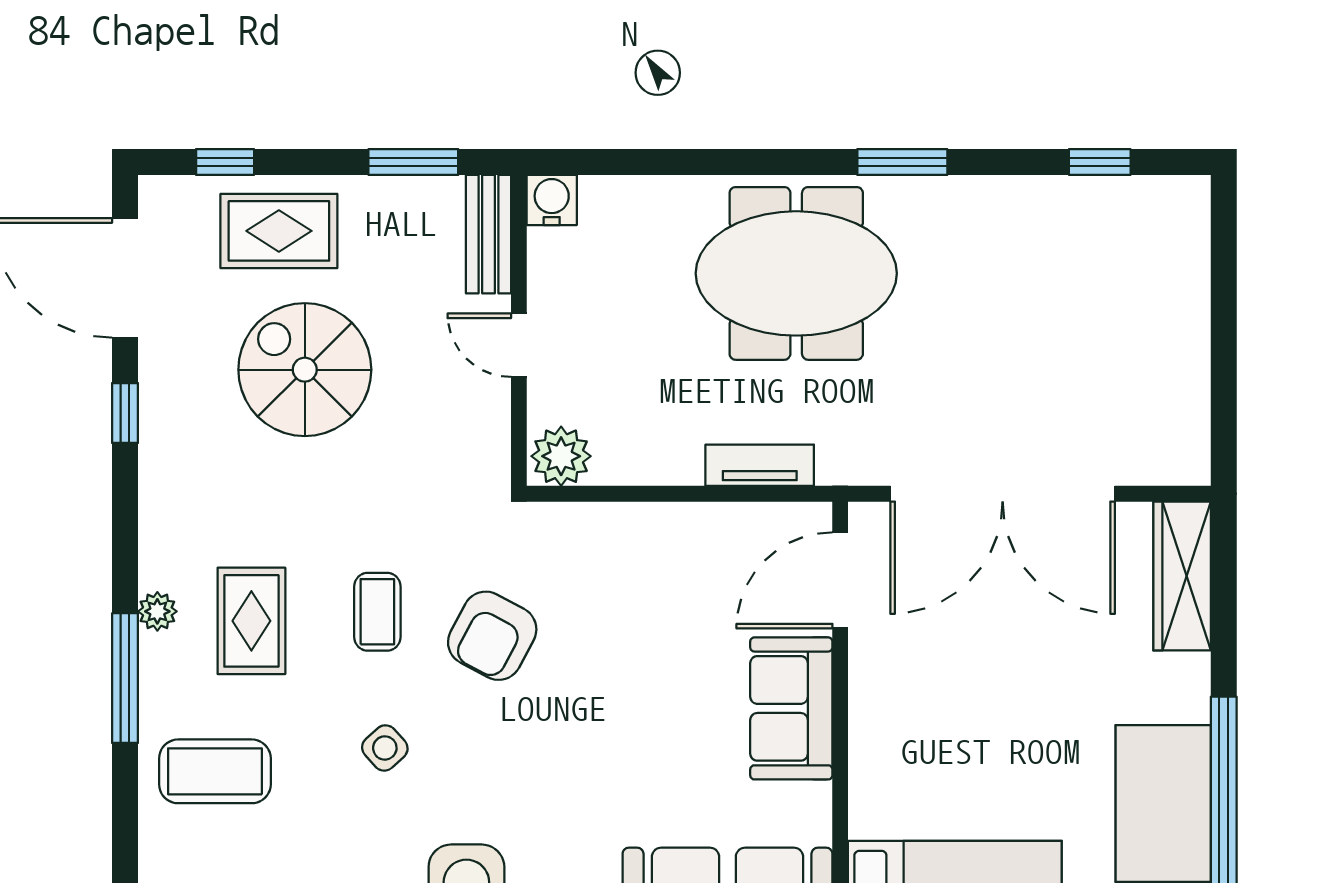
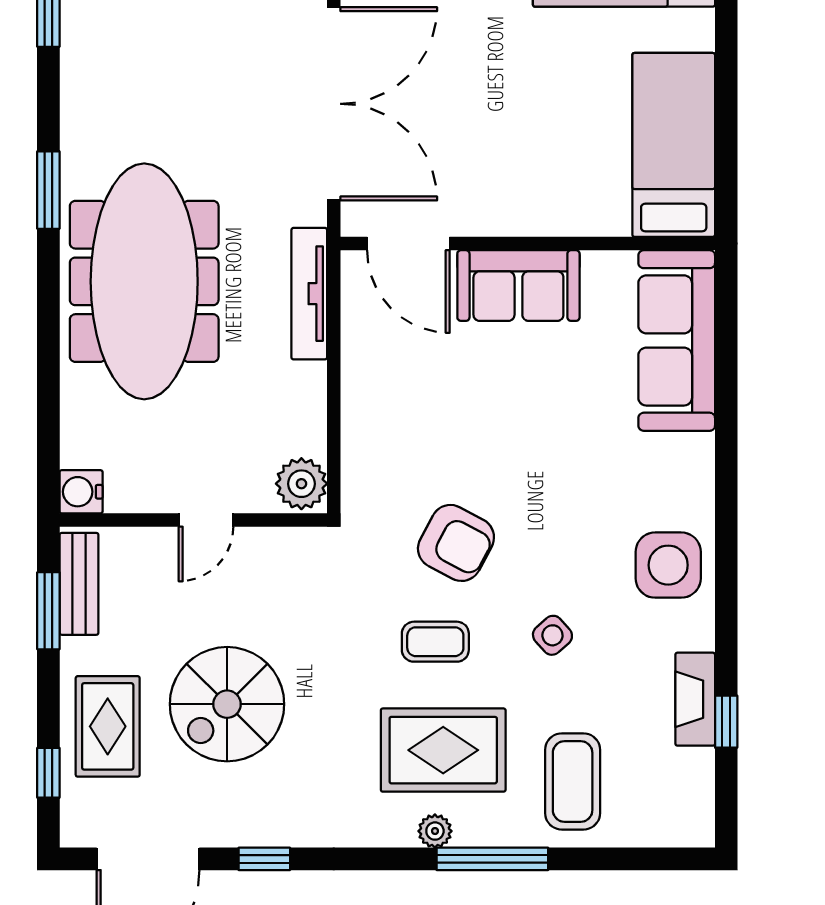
bench: (488, 234) -> (79, 584), moved, turned 90
meeting table: (796, 273) -> (144, 281), width x1.36
tv unit: (760, 465) -> (309, 294), width x1.41
rug: (251, 621) -> (443, 750), width x1.36, depth x1.43

